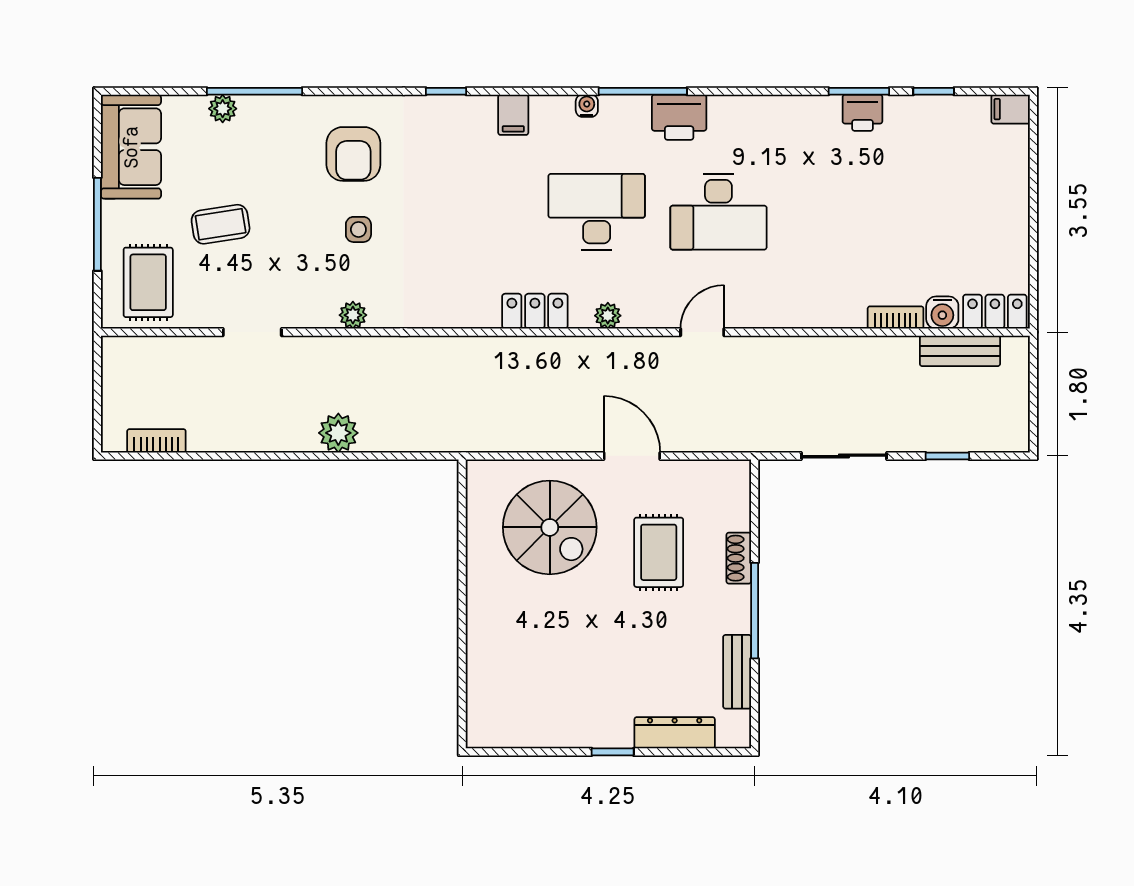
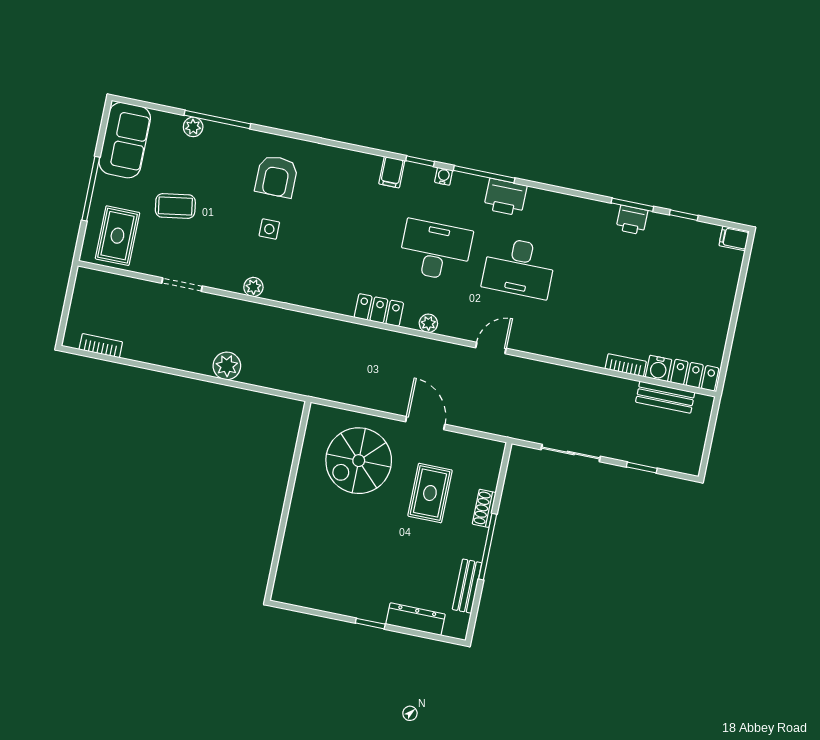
window: (446, 91) -> (420, 161), moved
spiral stairs: (550, 527) -> (359, 461), turned 90

